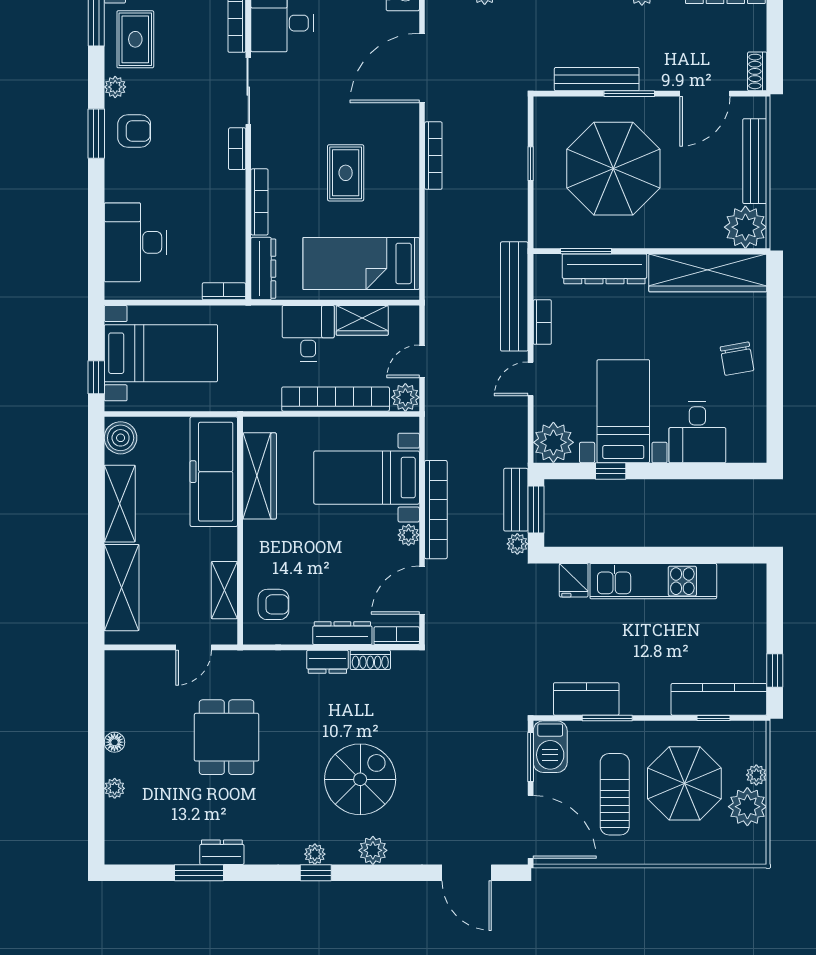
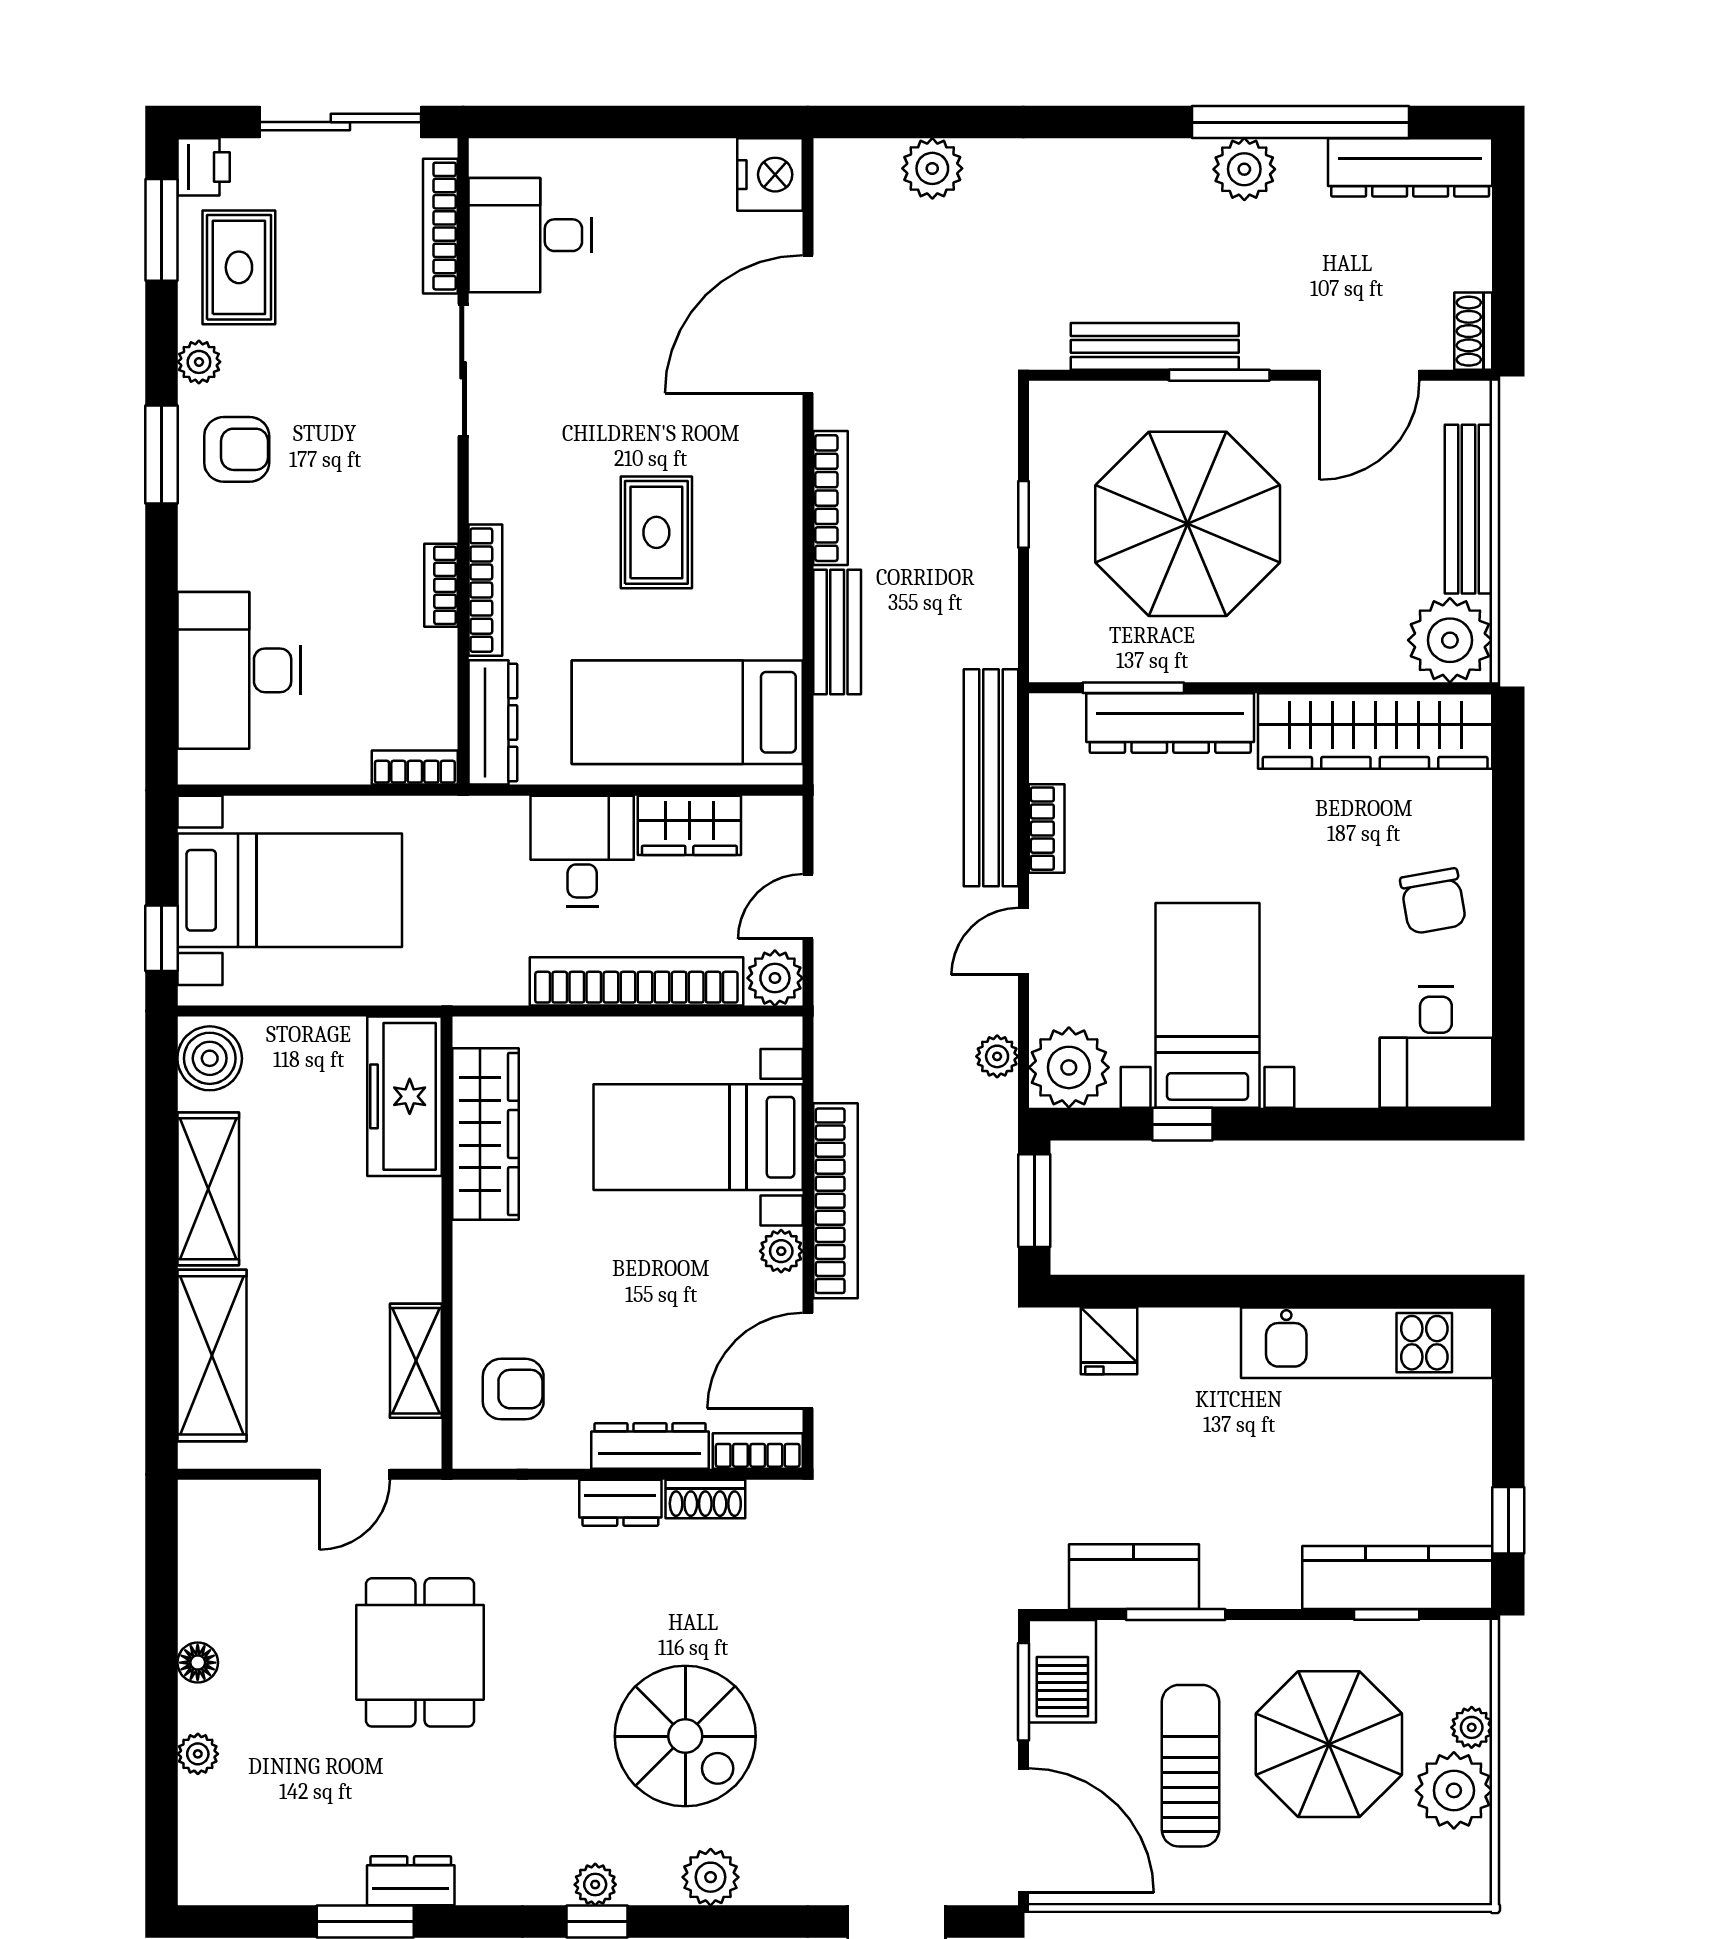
bookcase: (237, 149) -> (441, 585), moved
desk: (697, 432) -> (1436, 1047), moved
freezer: (214, 472) -> (404, 1096), width x0.73, depth x0.79
bench: (516, 500) -> (837, 632), moved
plant: (517, 544) -> (997, 1056), moved
kitchen unit: (653, 581) -> (1367, 1343), moved
spiral stairs: (360, 779) -> (685, 1736), turned 90

